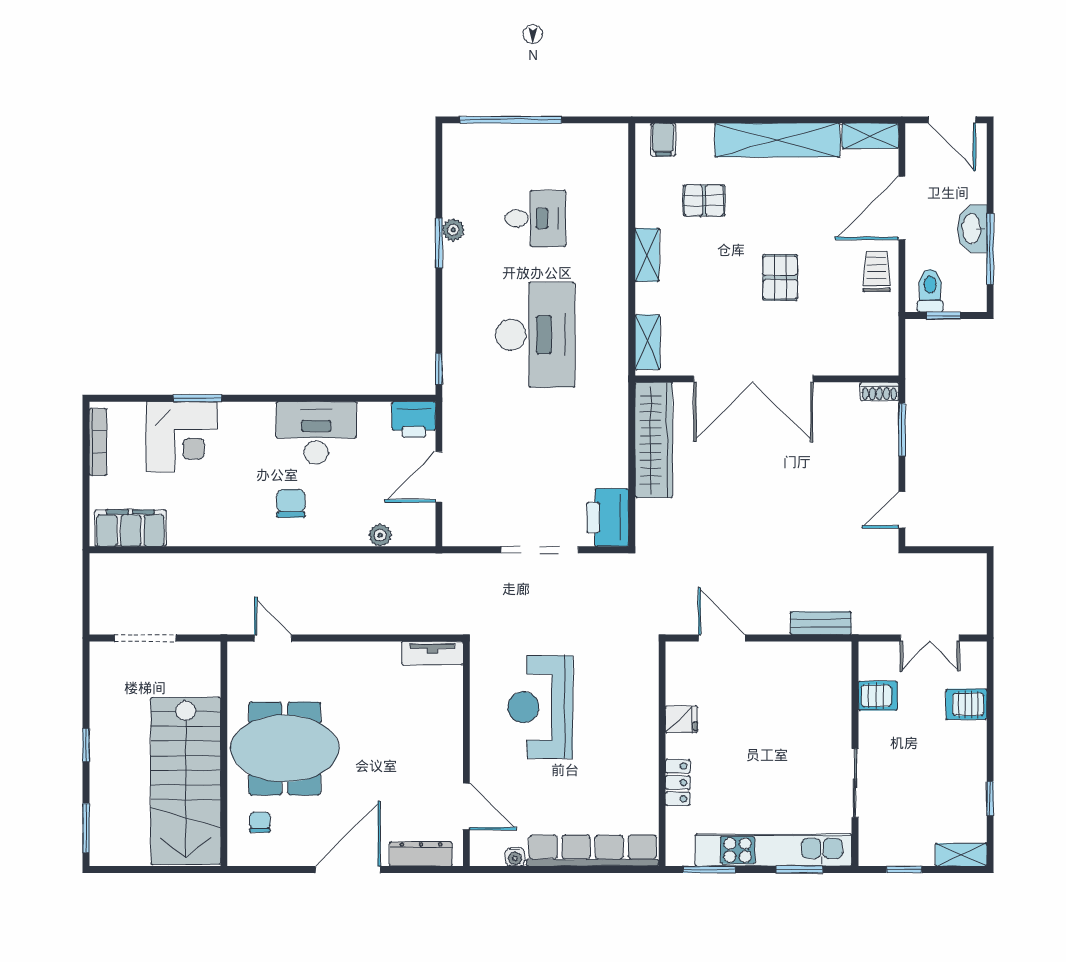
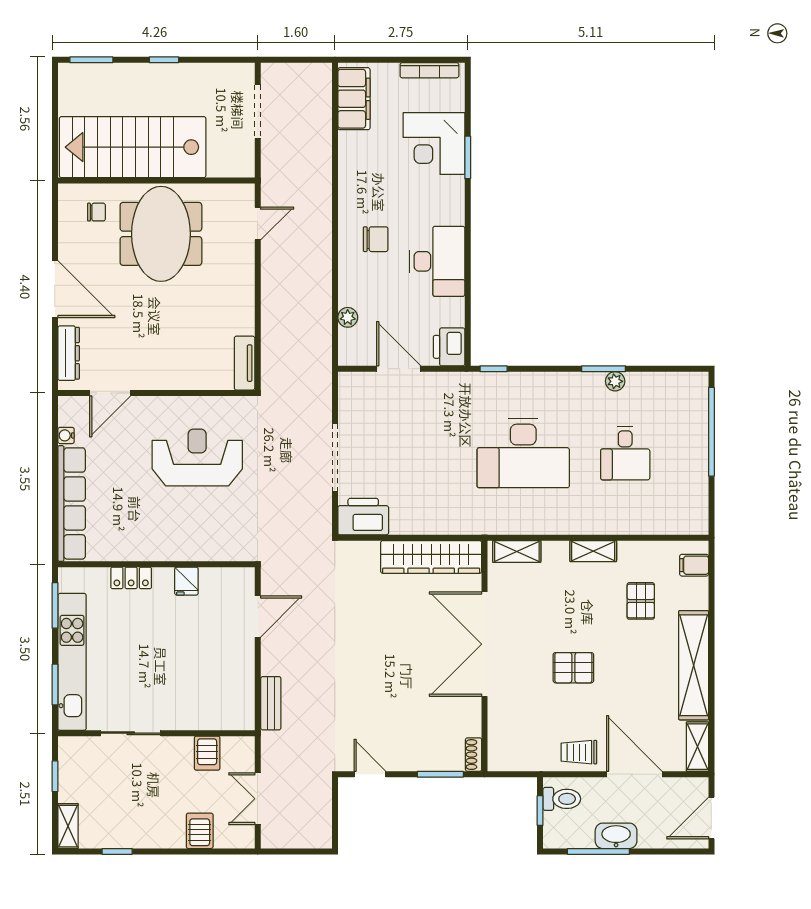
trolley: (877, 271) -> (579, 752), turned 180

